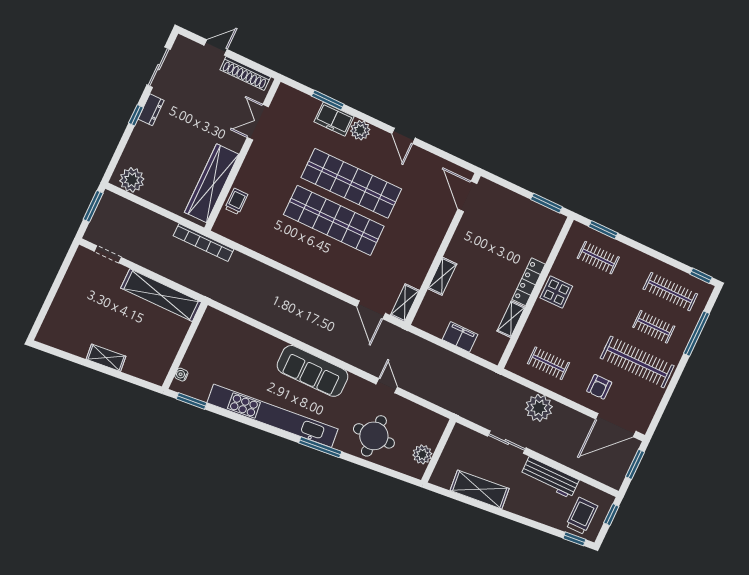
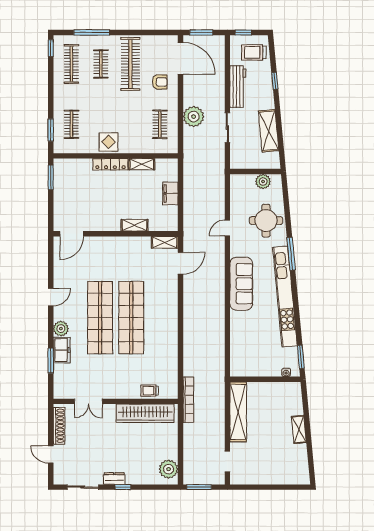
window: (574, 539) -> (275, 81), moved

